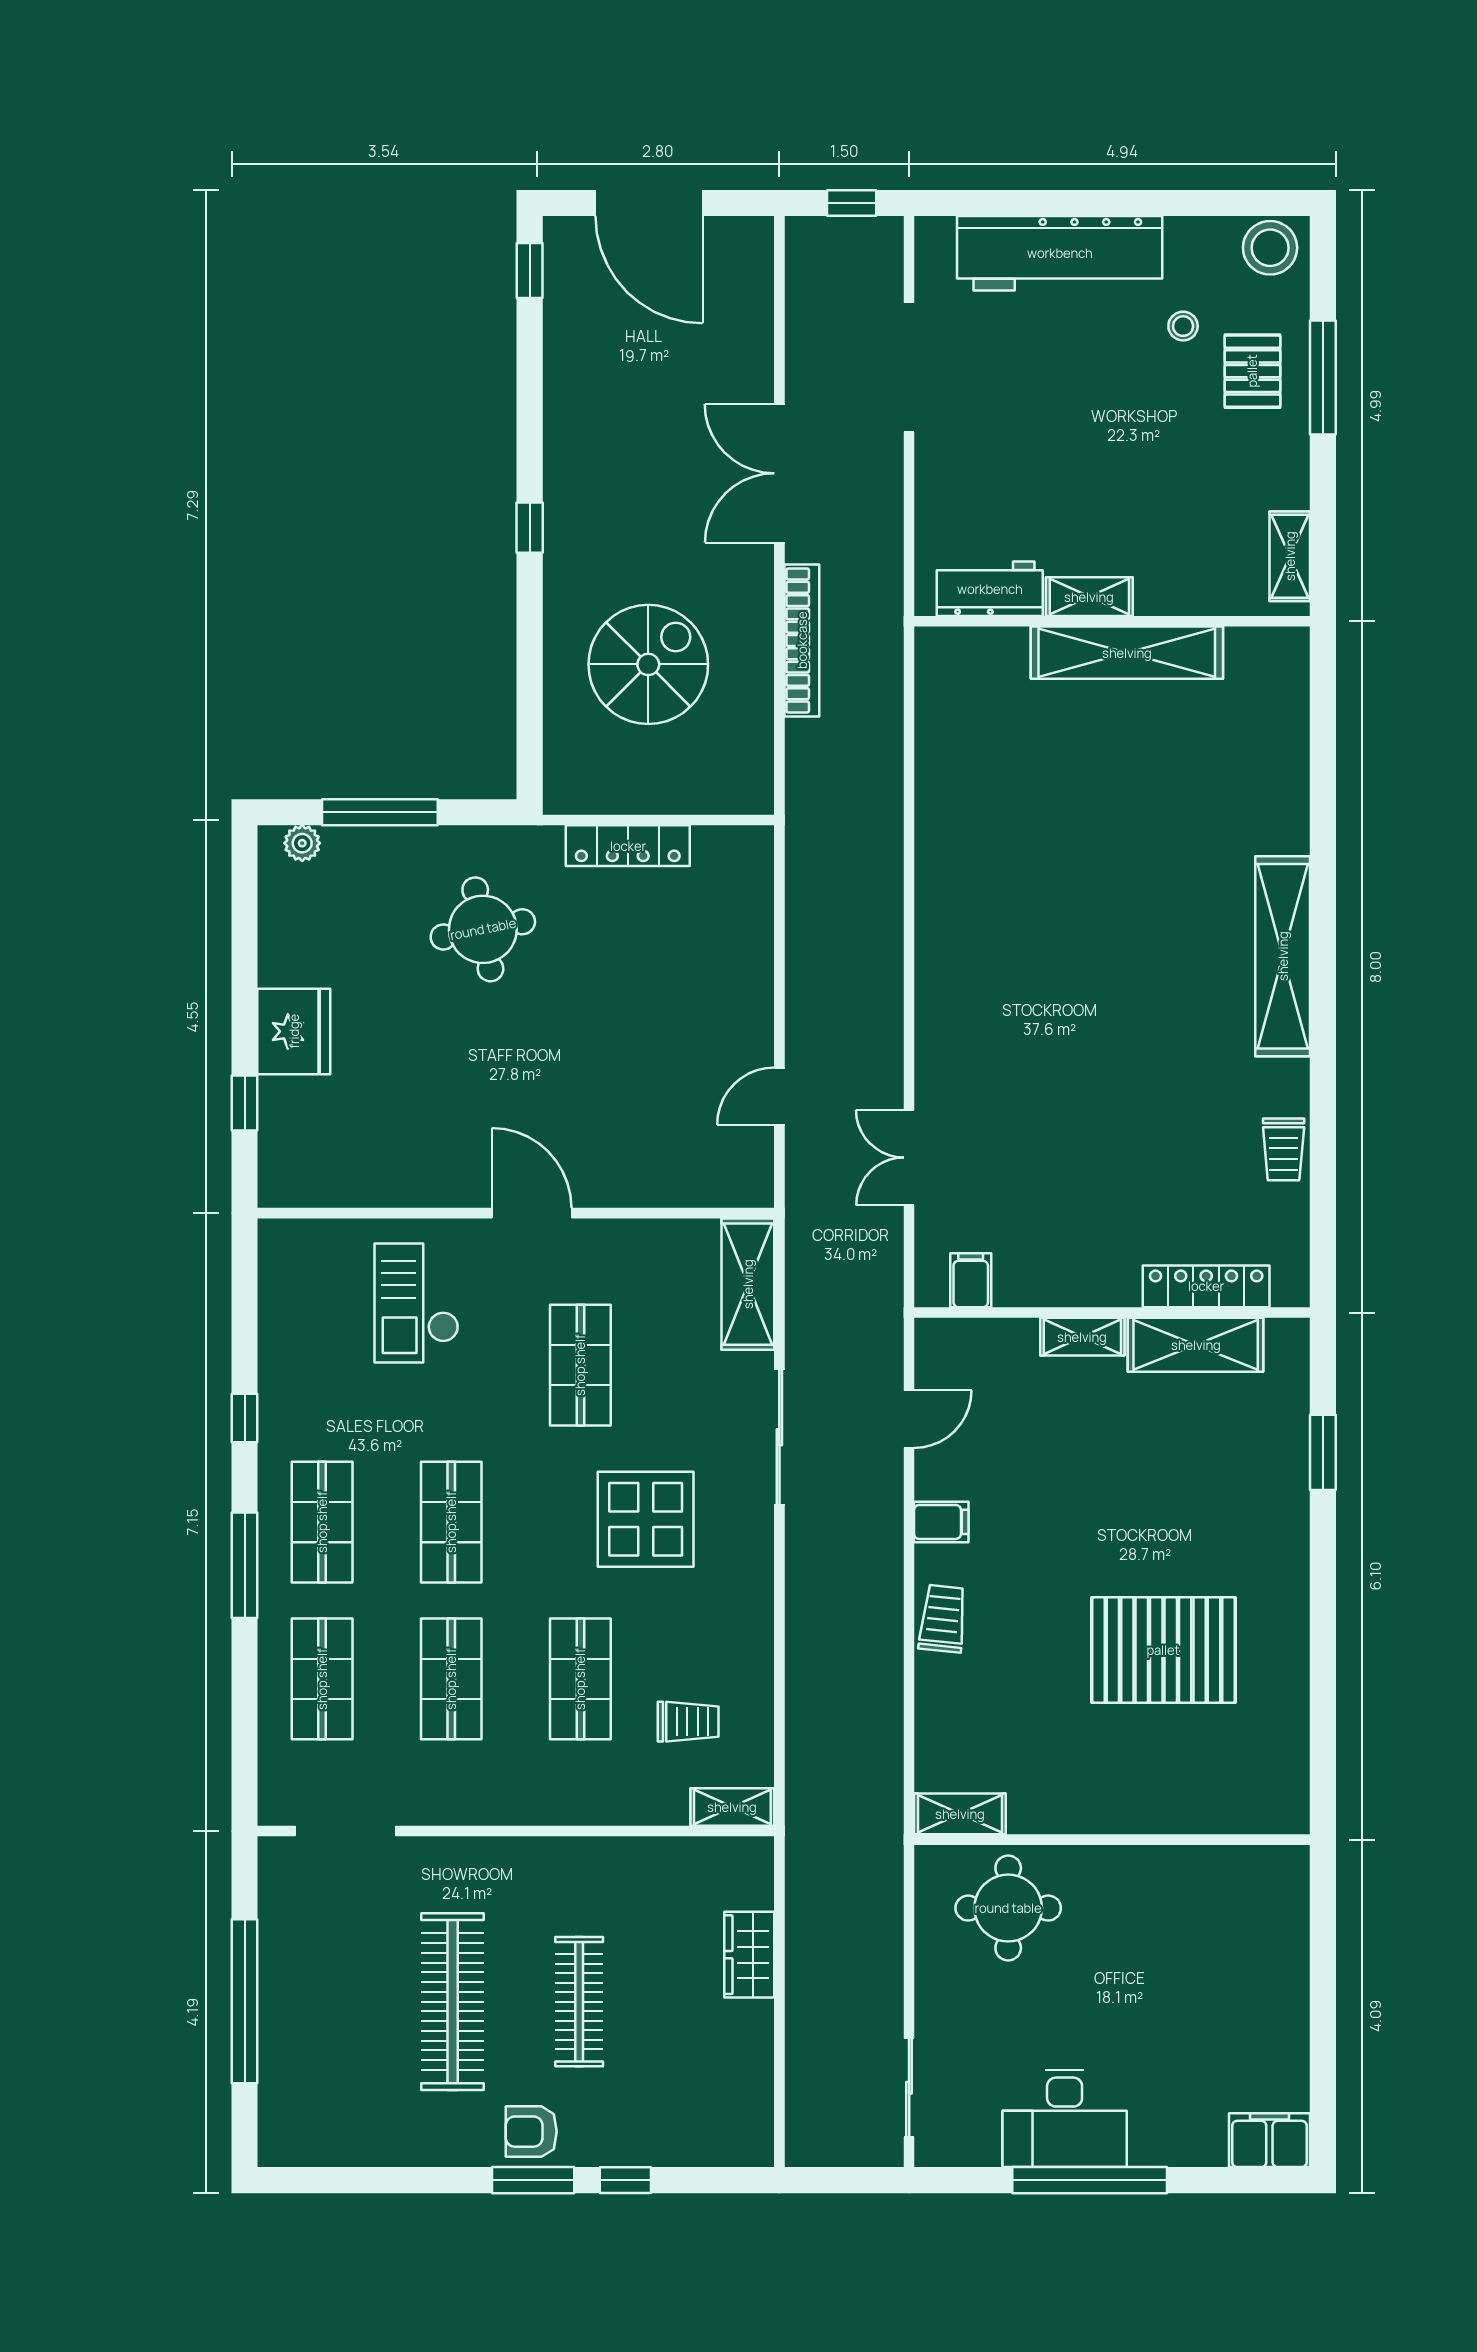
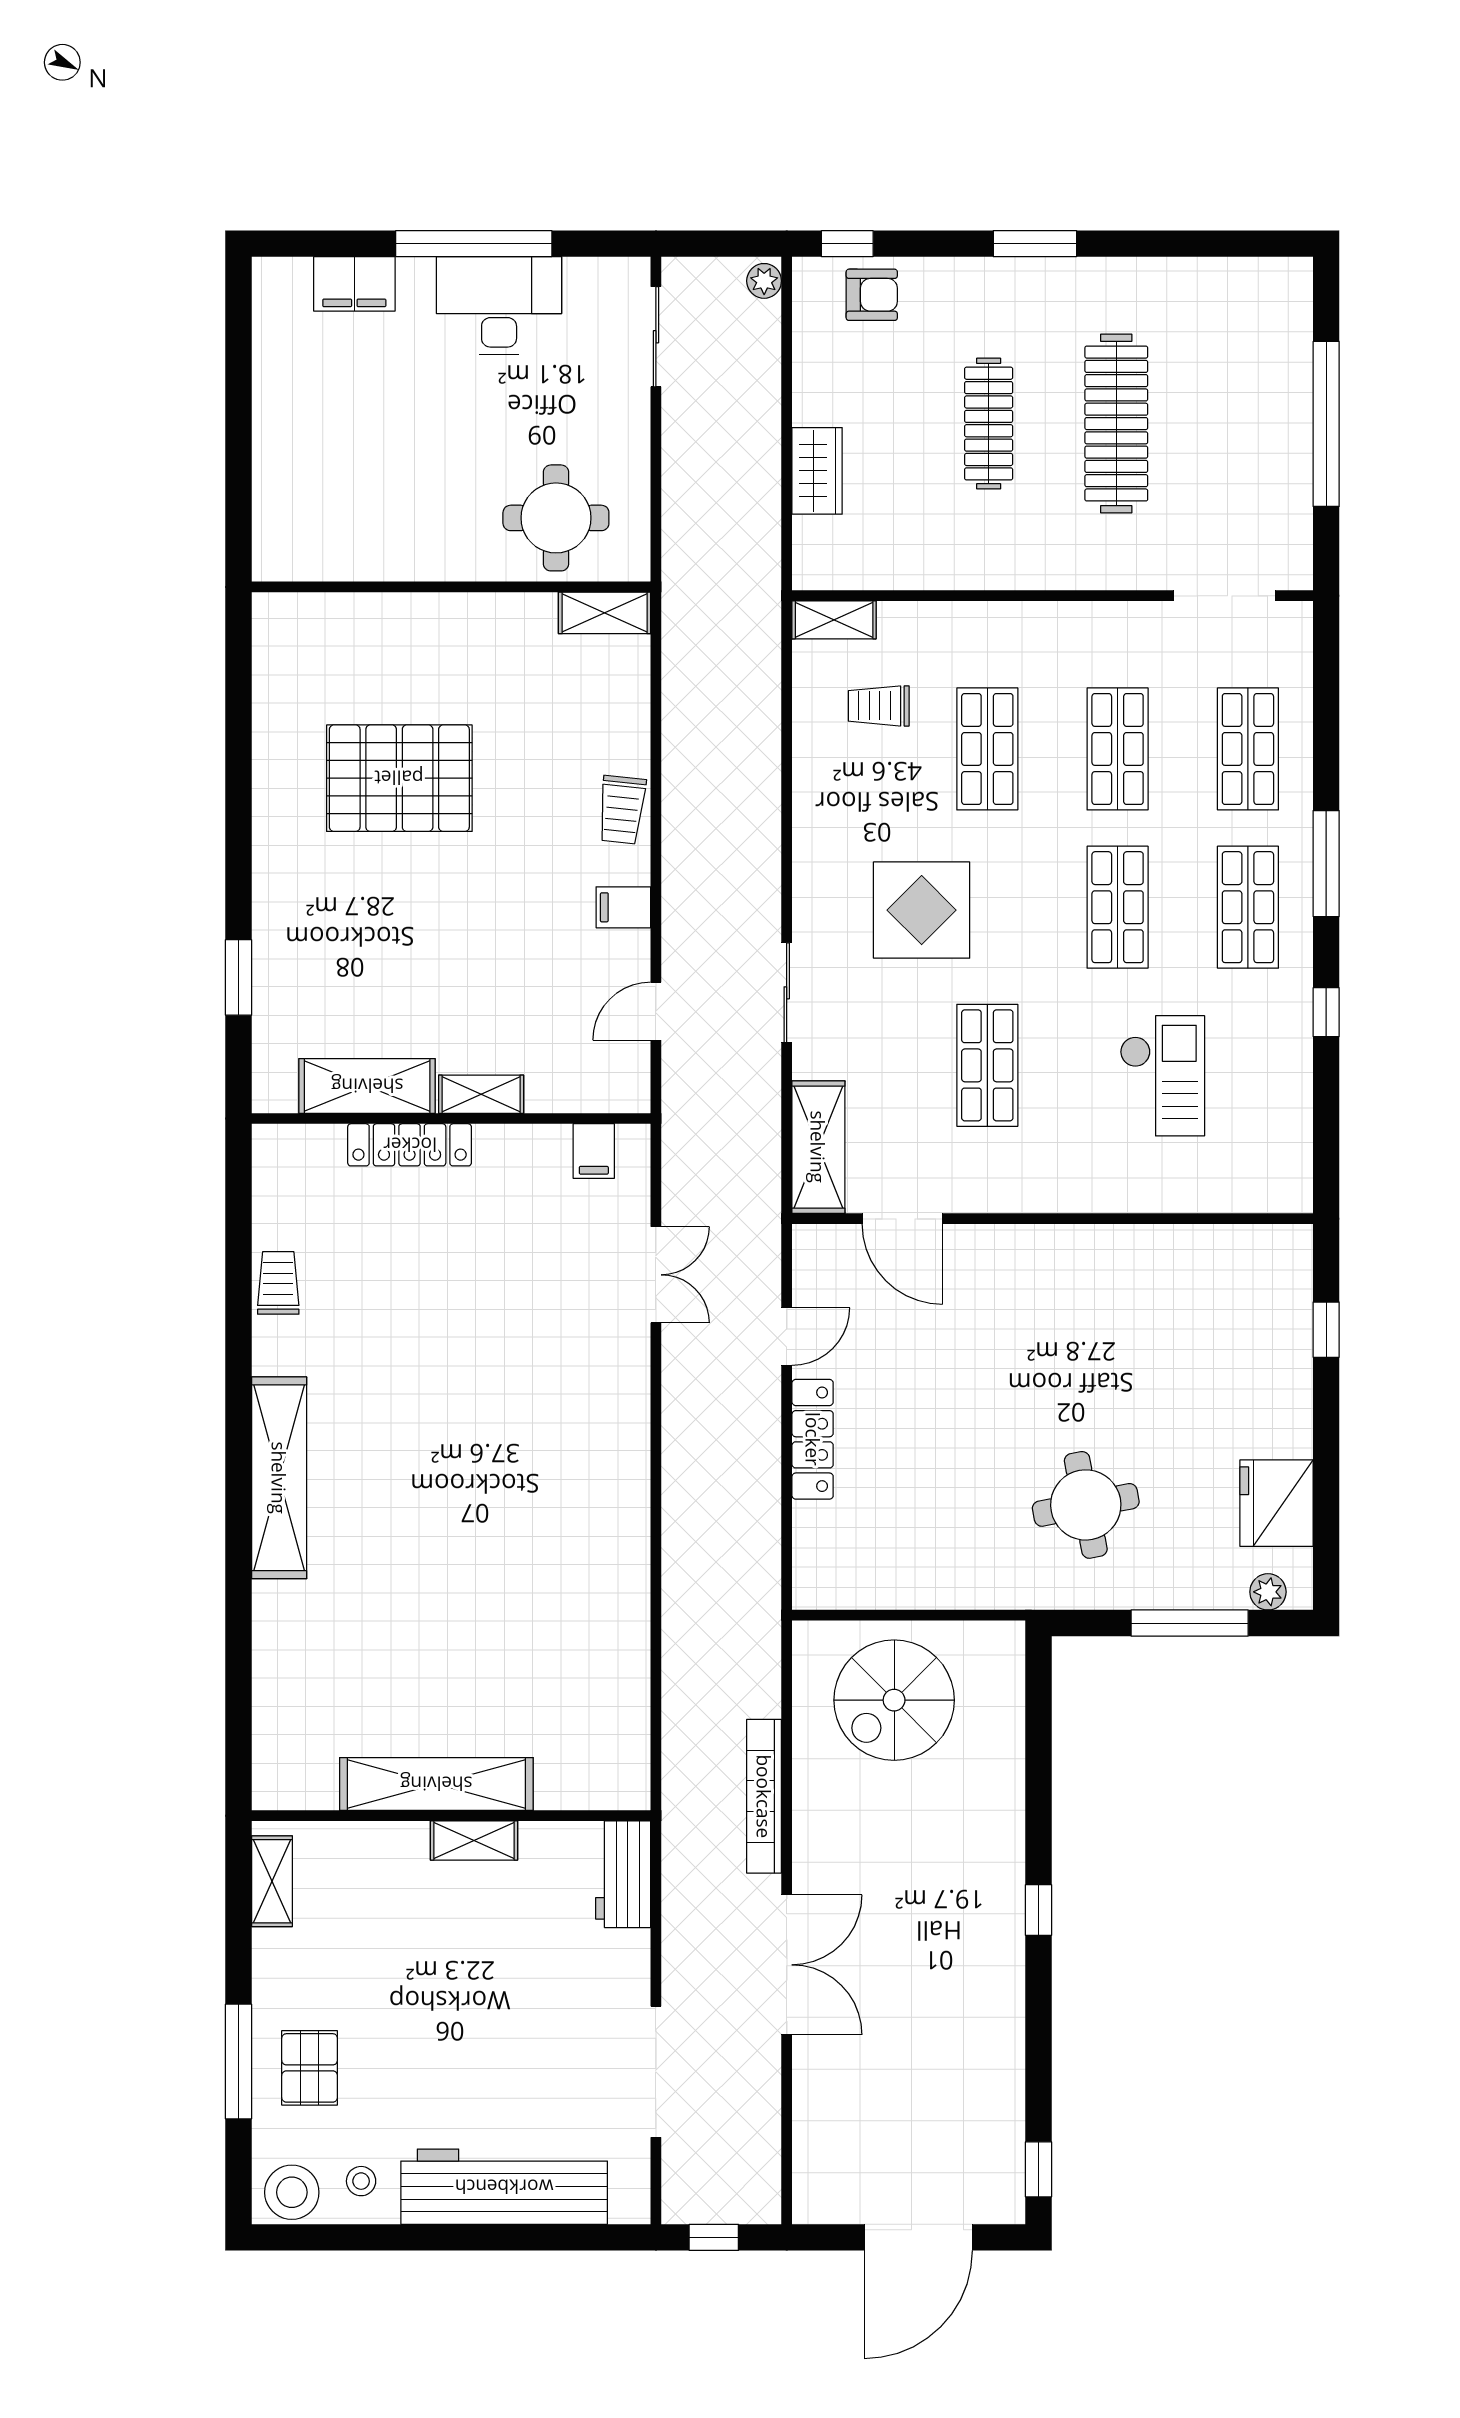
door: (649, 203) -> (918, 2237), swing flipped
stool: (1183, 326) -> (361, 2181), moved
workbench: (990, 589) -> (623, 1874), moved, turned 90
spiral stairs: (648, 664) -> (894, 1700), moved
locker: (628, 846) -> (813, 1439), moved, turned 90
fridge: (294, 1031) -> (1276, 1503), moved
door: (532, 1213) -> (902, 1219), moved
locker: (1206, 1286) -> (410, 1145), moved
checkout: (416, 1303) -> (1162, 1076), moved
sliding door: (779, 1437) -> (787, 993), width x0.73
armchair: (531, 2132) -> (872, 295), moved
filing cabinet: (1269, 2140) -> (354, 284), moved
plant: (802, 2143) -> (764, 281), added
window: (625, 2180) -> (847, 244), moved

